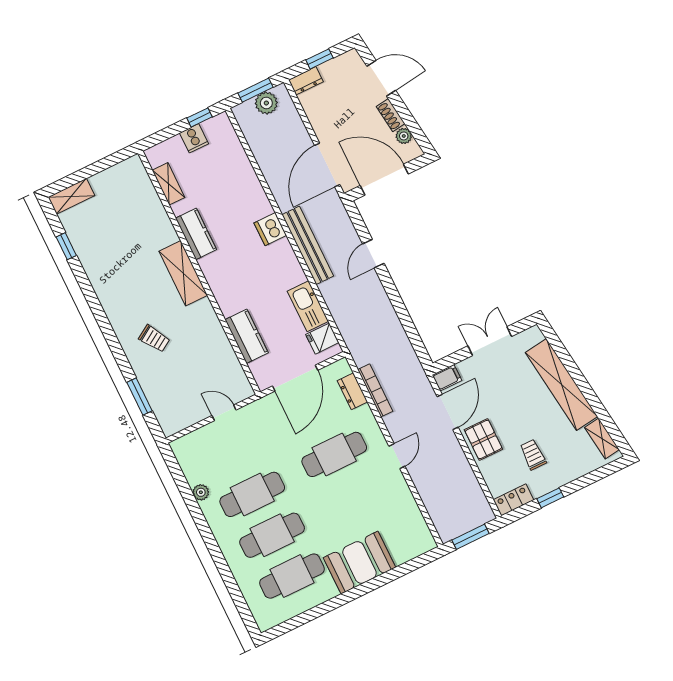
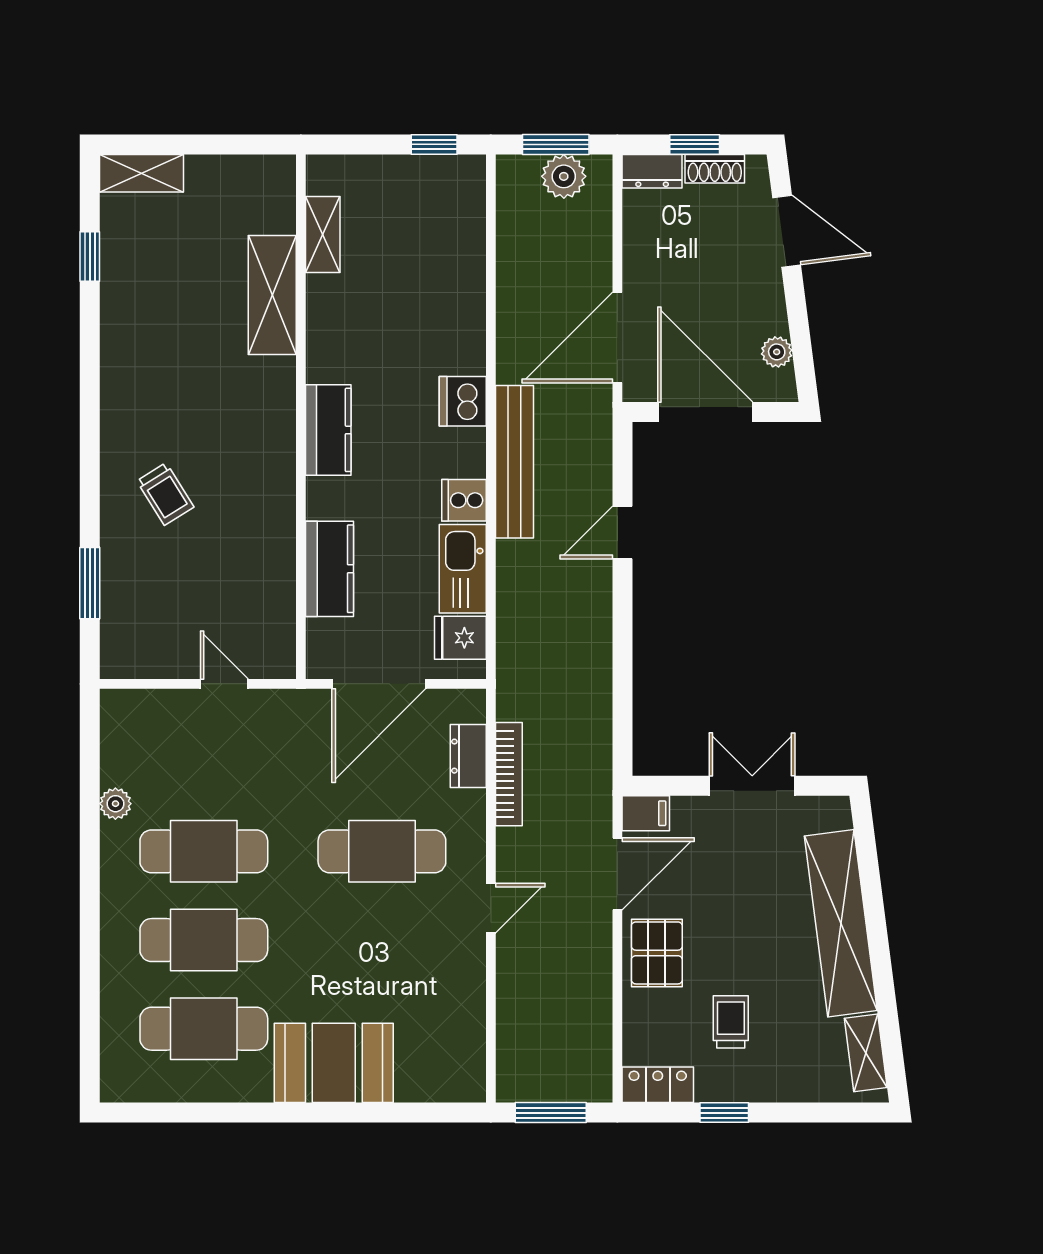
shoe rack: (391, 115) -> (715, 169), moved, turned -83
cooker: (194, 138) -> (464, 500), moved, turned 90
kitchen counter: (196, 234) -> (328, 430), moved
shelving: (183, 273) -> (272, 295), moved

